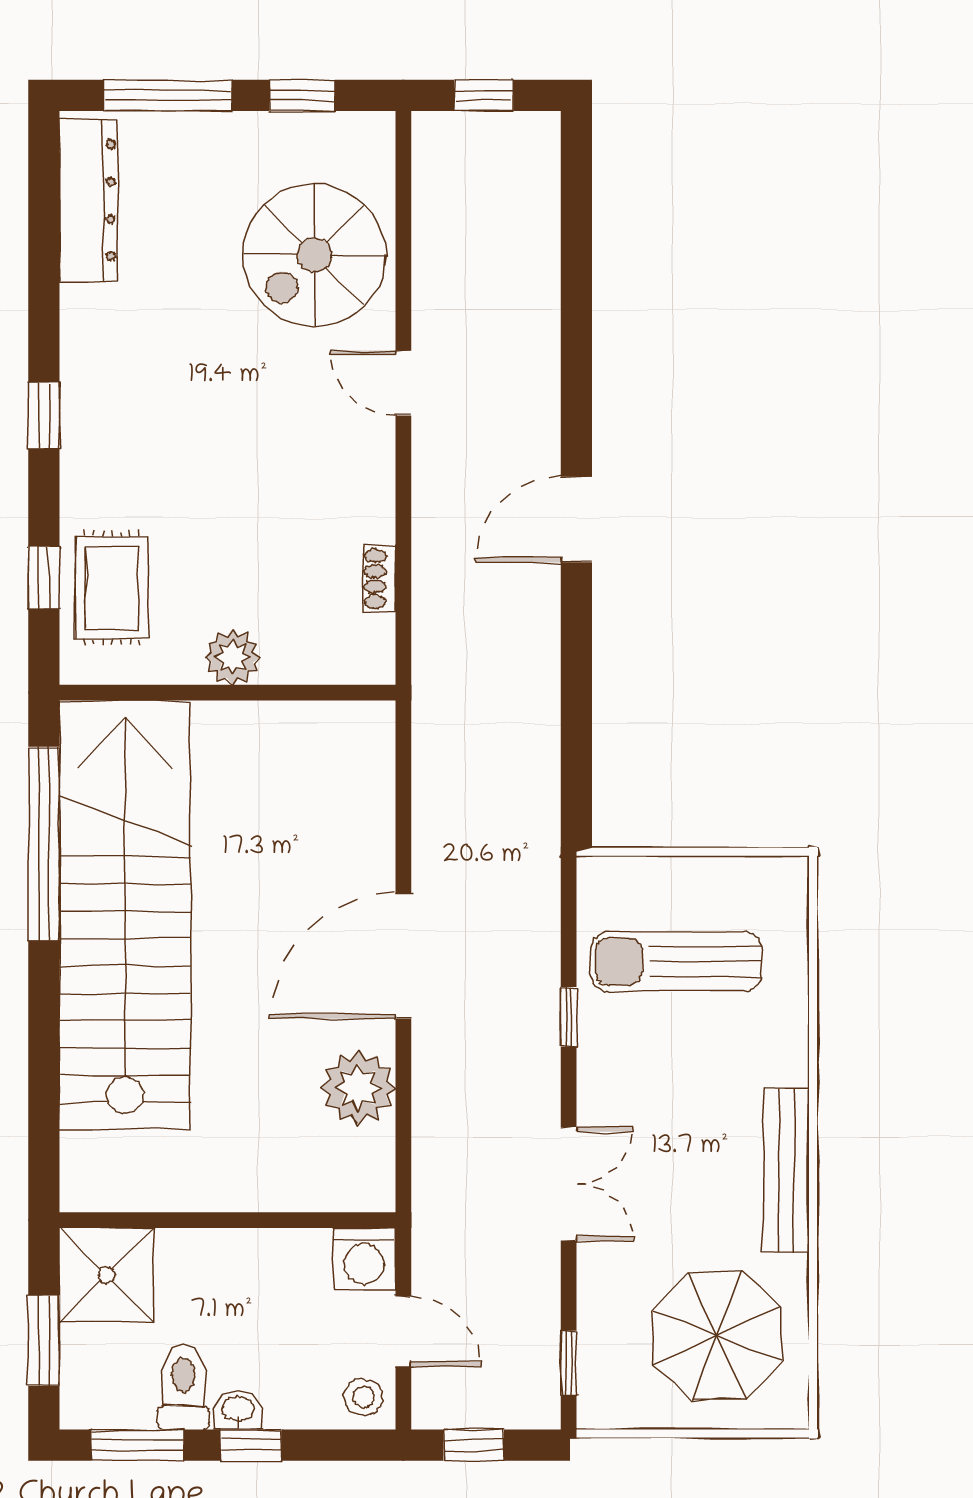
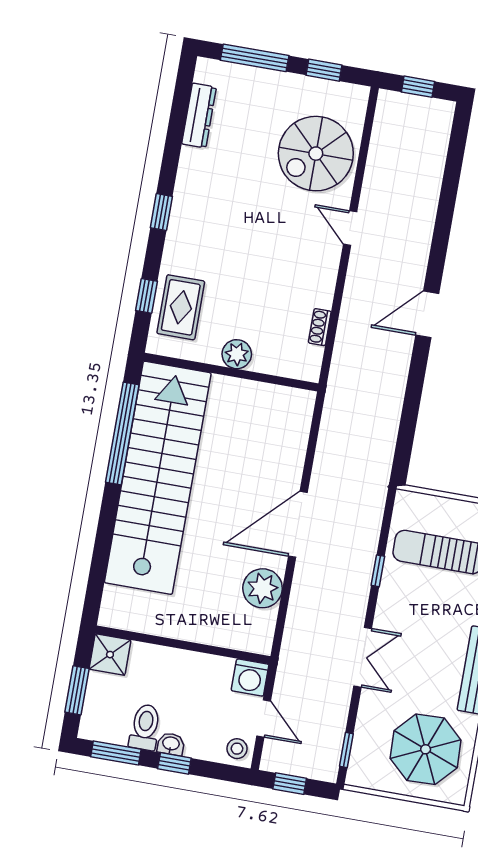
dresser: (88, 200) -> (199, 116), width x0.73, depth x0.80
shower: (106, 1275) -> (110, 655), width x0.73, depth x0.73

